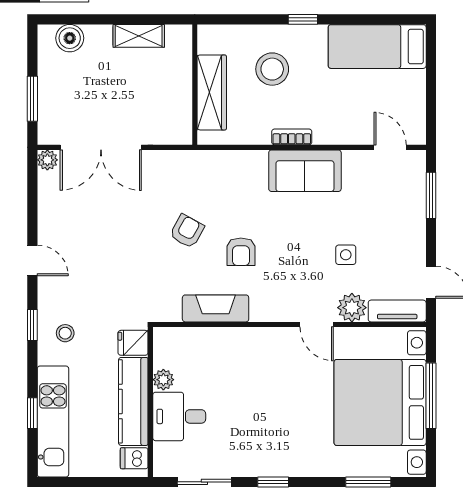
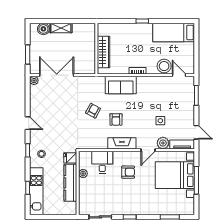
shelving: (139, 36) -> (61, 28), moved
stool: (272, 69) -> (164, 66), moved
double door: (101, 147) -> (57, 75), swing flipped
sofa: (305, 171) -> (121, 85), moved
fireplace: (216, 308) -> (122, 143), moved
door: (317, 324) -> (148, 150), hinge flipped
armchair: (270, 376) -> (128, 172), added
bed with nightstands: (380, 402) -> (175, 175), width x0.73
desk: (179, 416) -> (102, 162), moved, turned 90
dishwasher: (134, 458) -> (71, 207), removed

